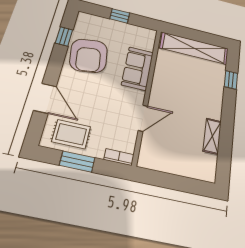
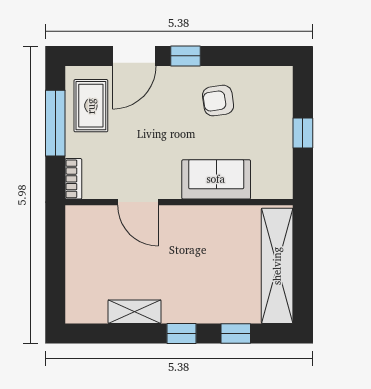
window: (64, 36) -> (186, 56), moved
armchair: (89, 56) -> (218, 101), width x0.53, depth x0.53
window: (228, 111) -> (181, 333), added
window: (77, 161) -> (55, 123), width x1.44

